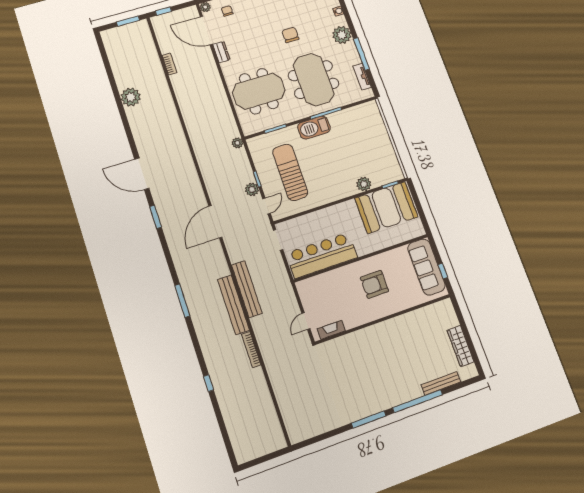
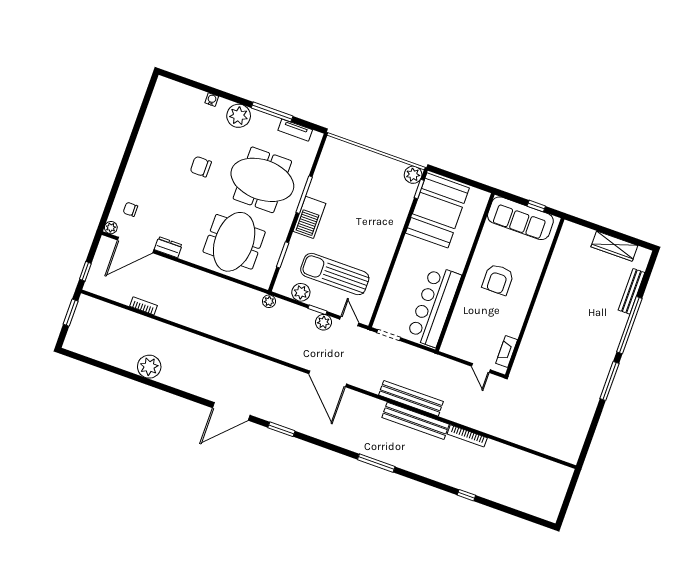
plant: (260, 159) -> (301, 292), added
plant: (364, 184) -> (413, 175), moved

